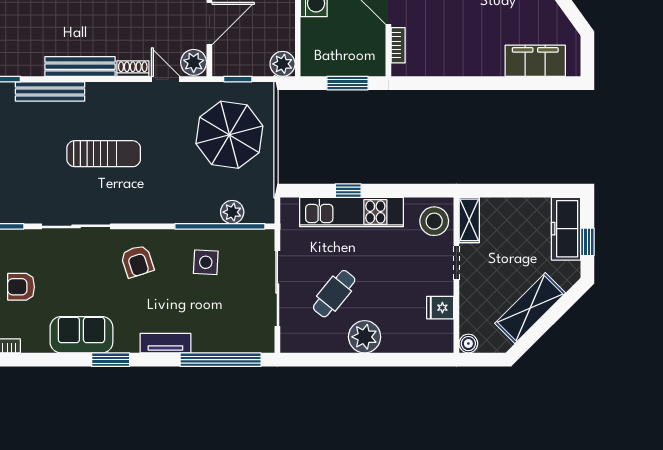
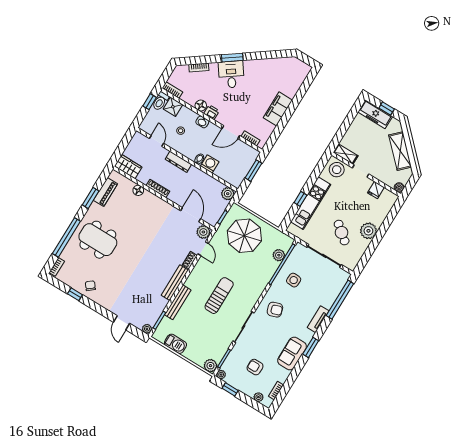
filing cabinet: (535, 61) -> (278, 109), moved
door: (166, 79) -> (203, 249), swing flipped
armchair: (21, 287) -> (255, 367), turned 90

